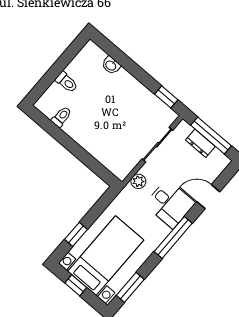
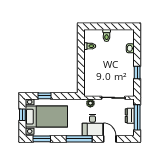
window: (166, 97) -> (137, 72), moved

